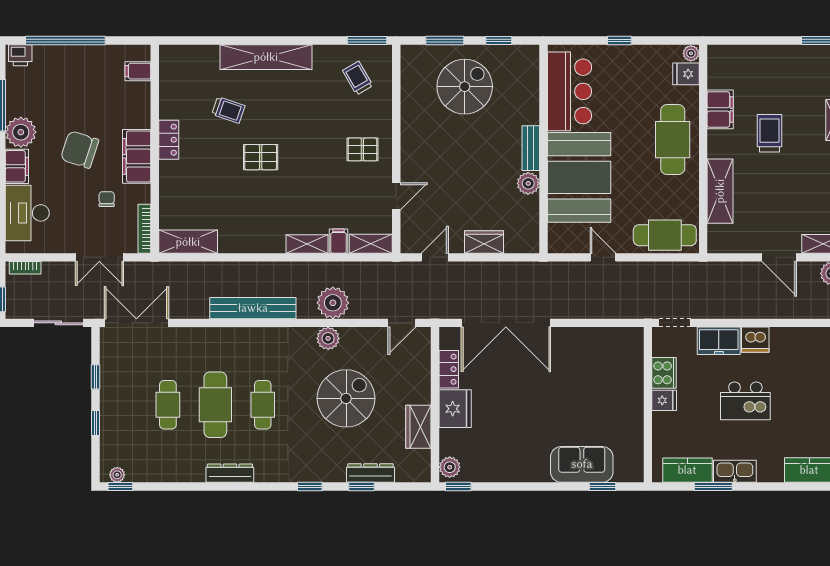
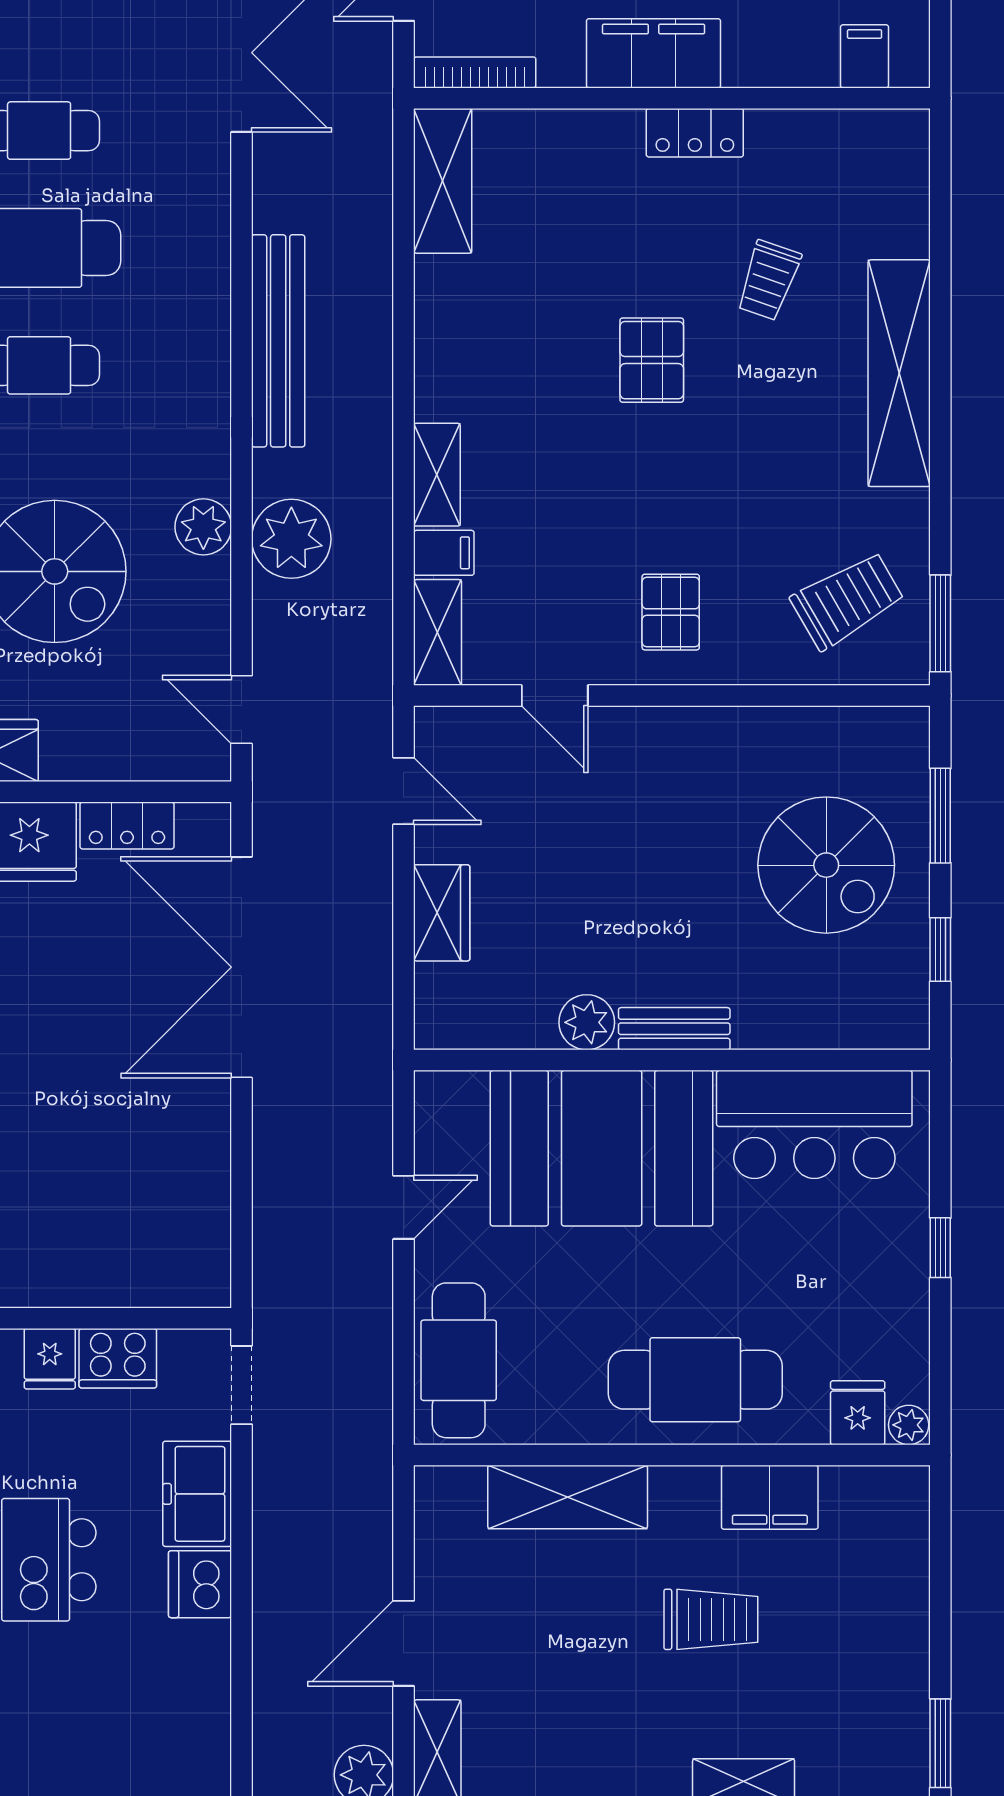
trolley: (358, 78) -> (847, 600), width x1.36, depth x1.39

